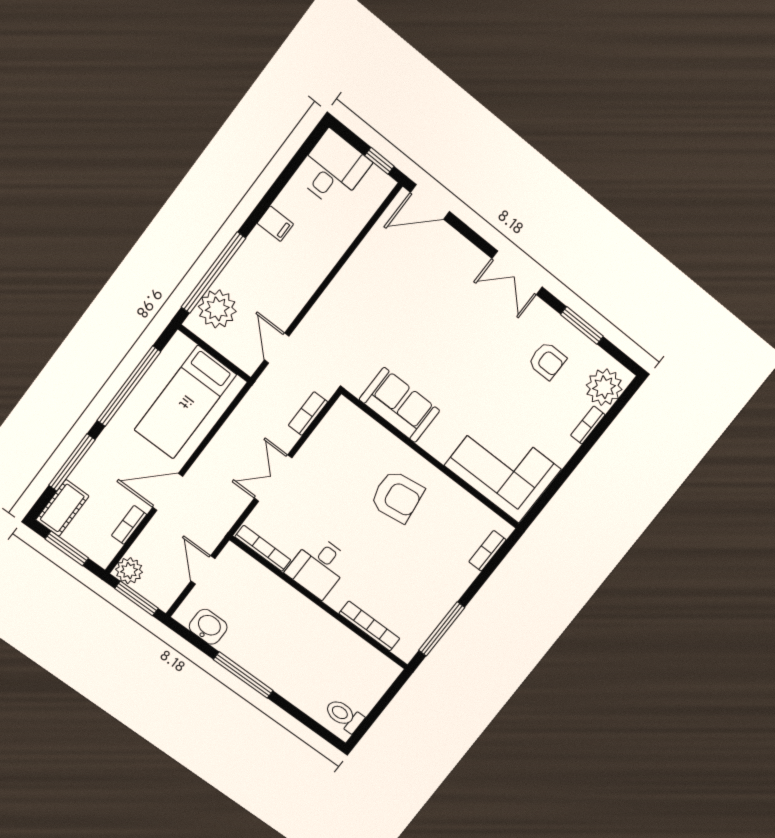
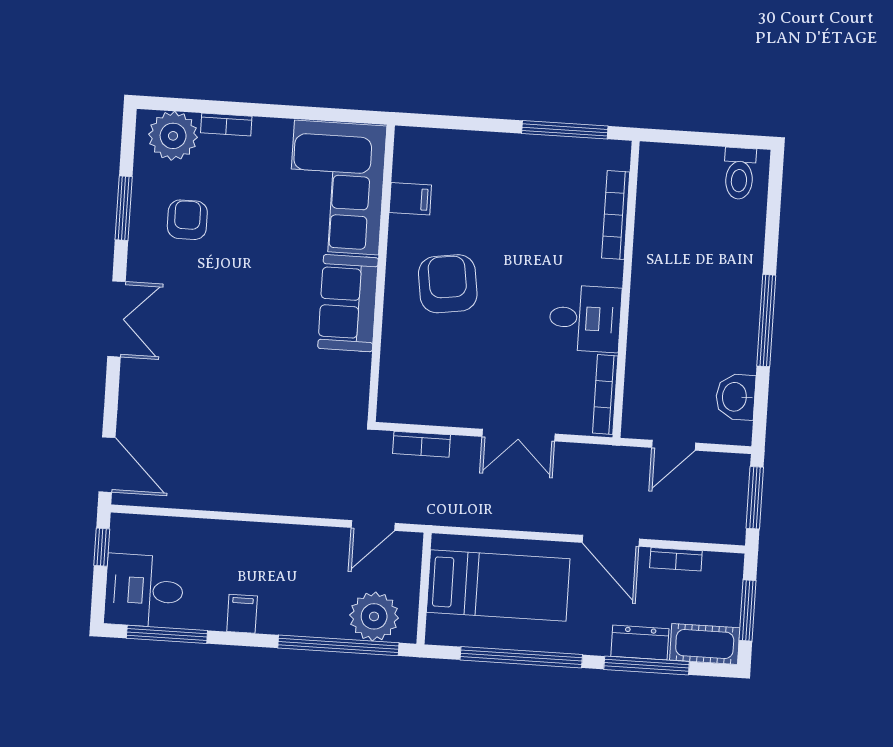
window: (294, 164) -> (167, 634), added
sofa: (399, 405) -> (348, 303), moved
dresser: (90, 468) -> (640, 643), added
filing cabinet: (465, 508) -> (410, 199), added
bookcase: (488, 551) -> (441, 139), removed
plant: (129, 571) -> (728, 526), removed

